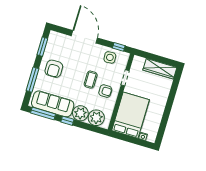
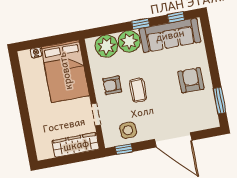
wardrobe: (160, 69) -> (76, 145), moved
window: (33, 80) -> (211, 53), removed
window: (43, 113) -> (176, 17), width x0.46

